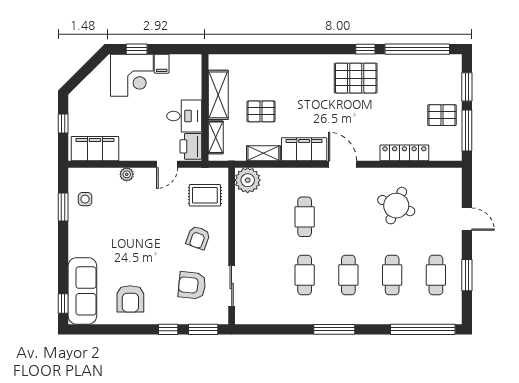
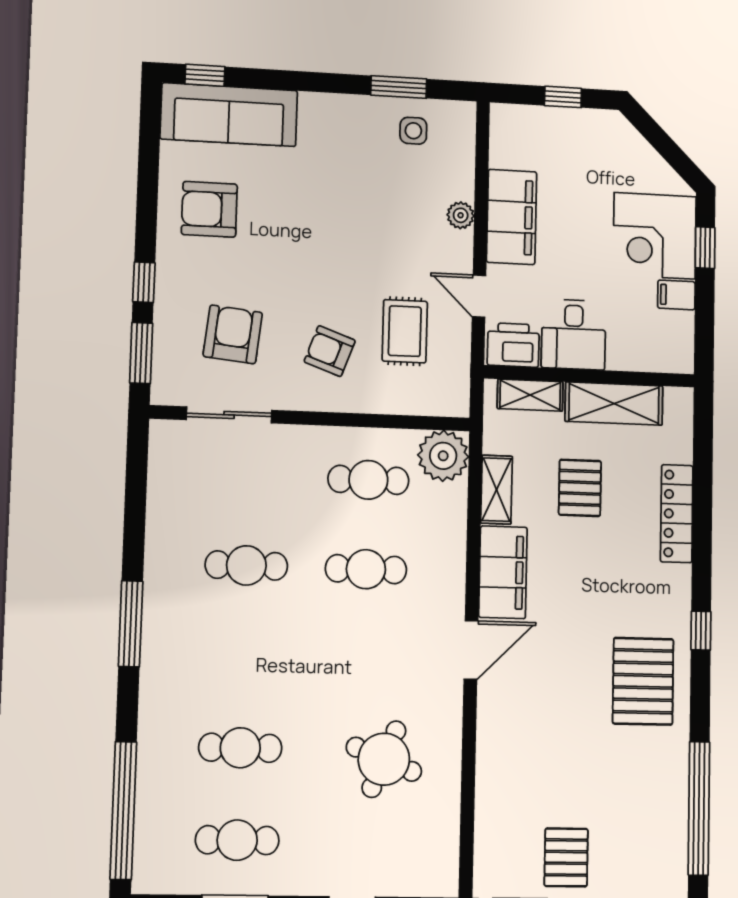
window: (365, 49) -> (701, 631), moved
filing cabinet: (95, 149) -> (512, 217), moved
locker: (404, 153) -> (677, 514), moved, turned 180
rug: (205, 195) -> (405, 331), moved
cafe table: (348, 275) -> (368, 480), moved

